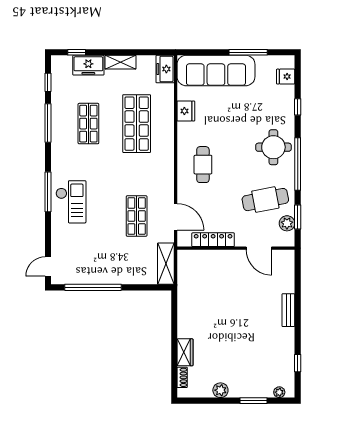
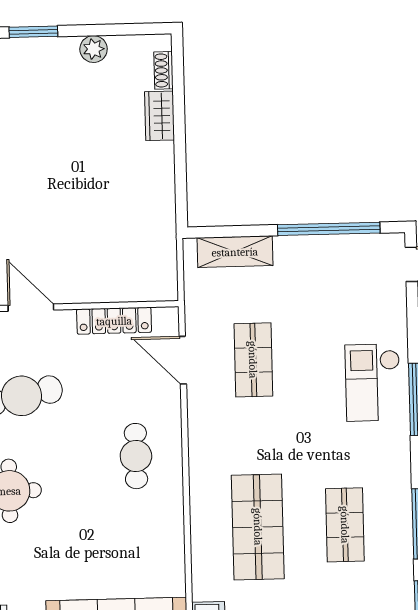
fridge: (186, 111) -> (169, 552), removed
shelving: (166, 264) -> (235, 252), moved, turned 90

